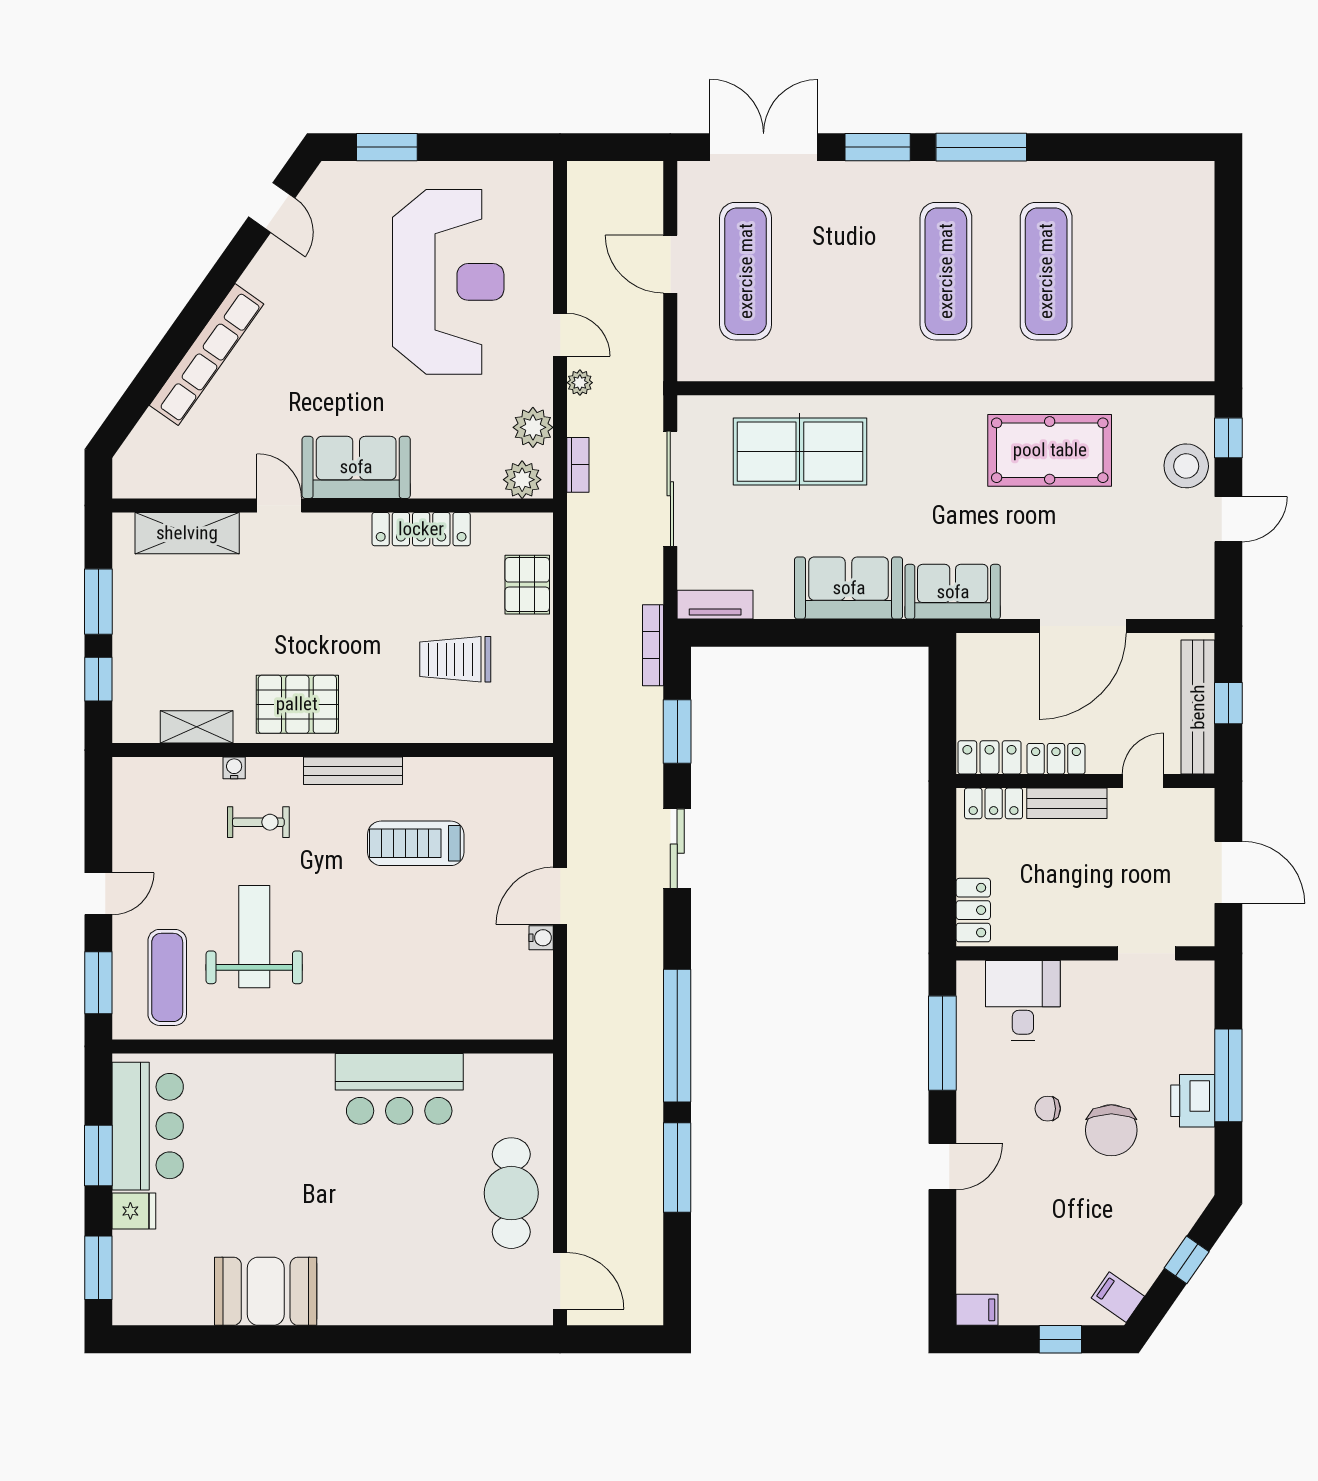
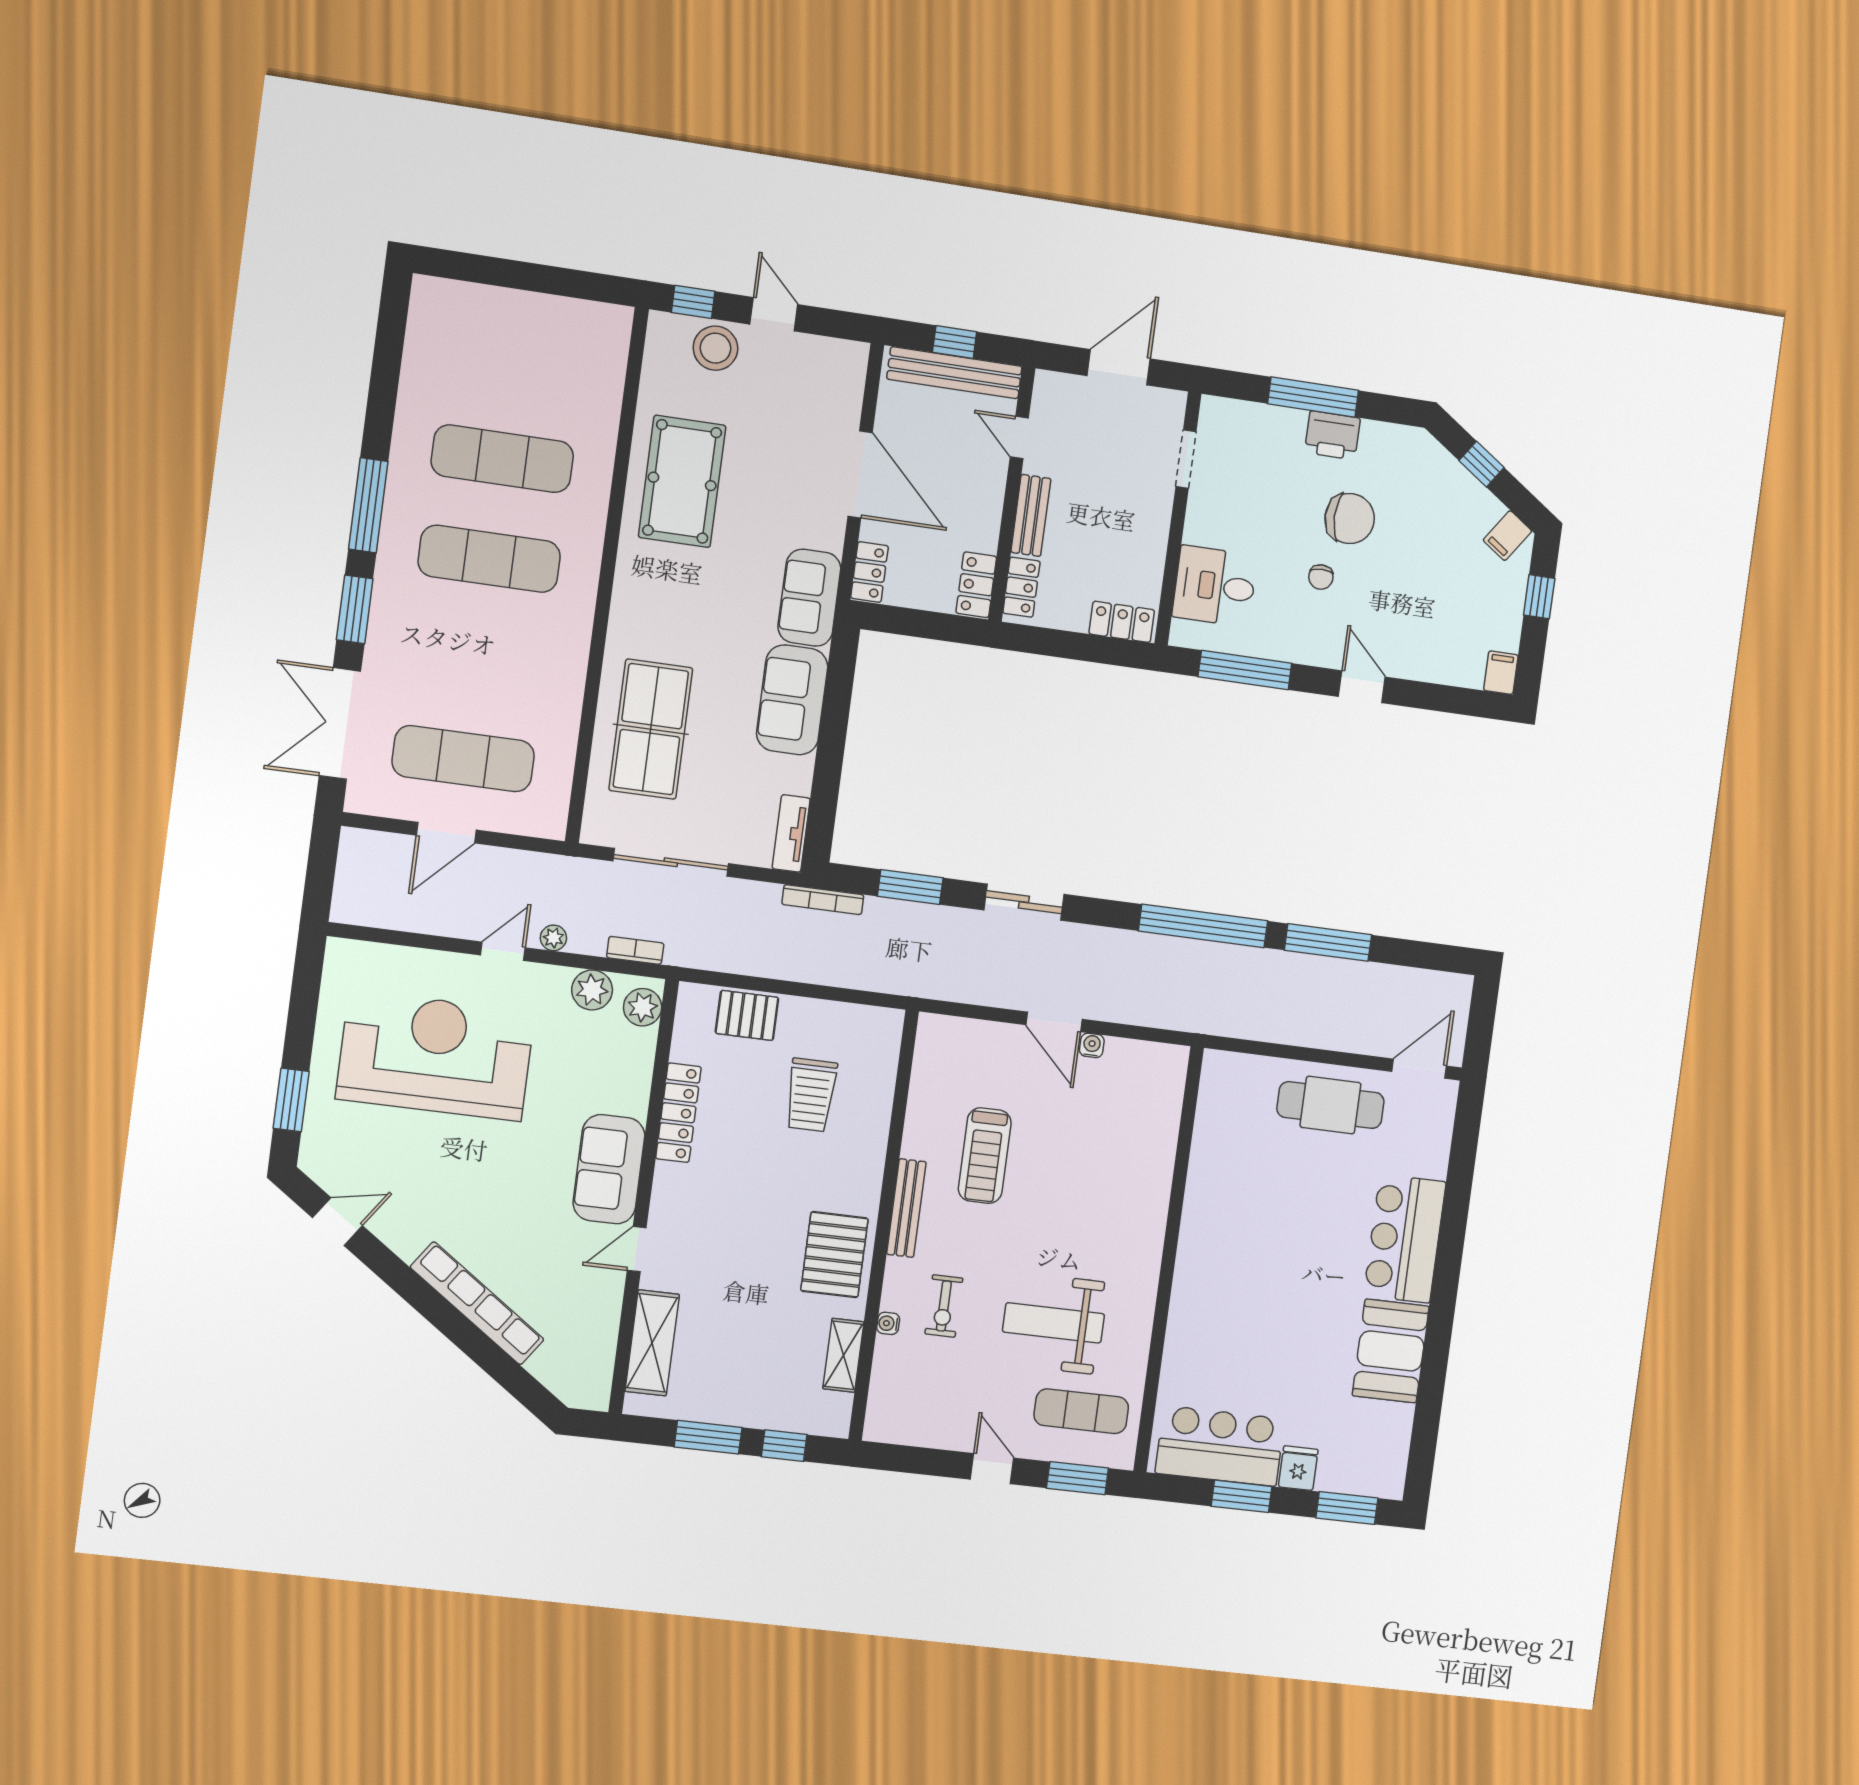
locker: (1056, 759) -> (869, 572), moved, turned 180
exercise bike: (258, 822) -> (944, 1306), turned 180
bar counter: (399, 1089) -> (1405, 1239), moved, turned 180

